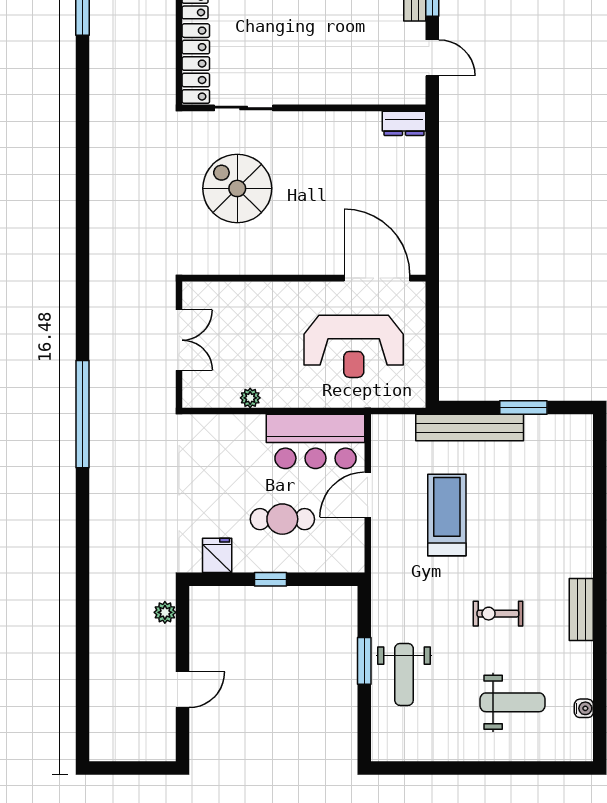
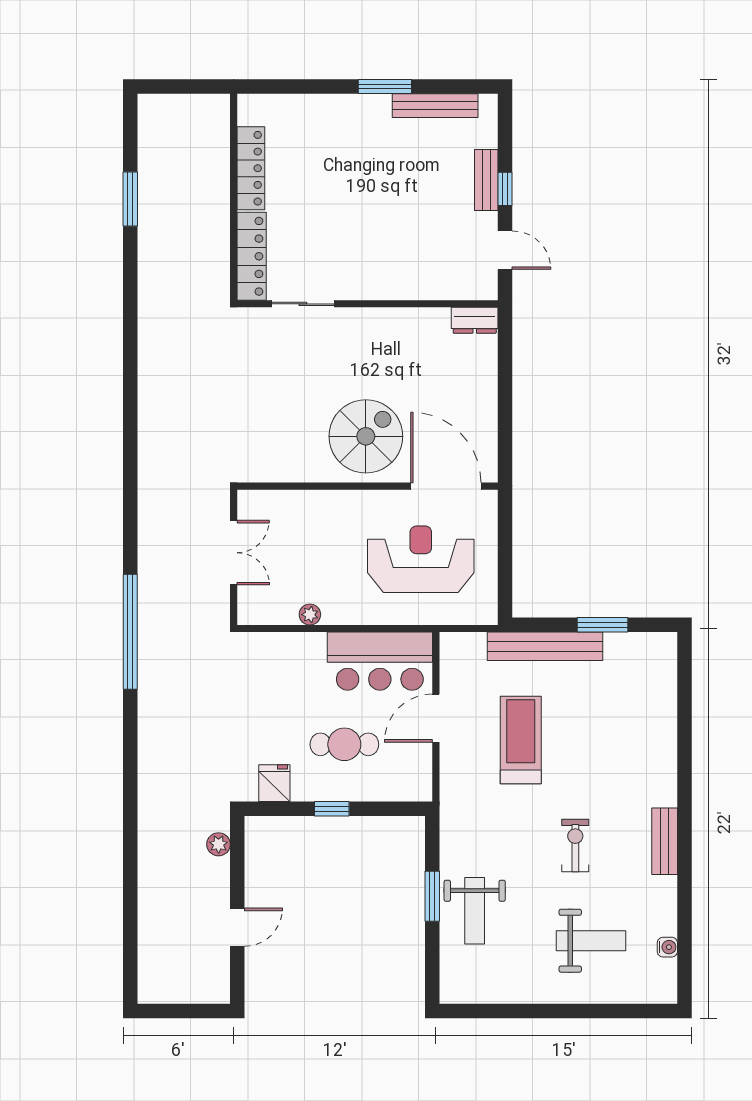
spiral stairs: (237, 188) -> (366, 436), moved, turned 90
reception desk: (354, 346) -> (421, 559), turned 180
exercise bike: (498, 614) -> (575, 846), turned 90

